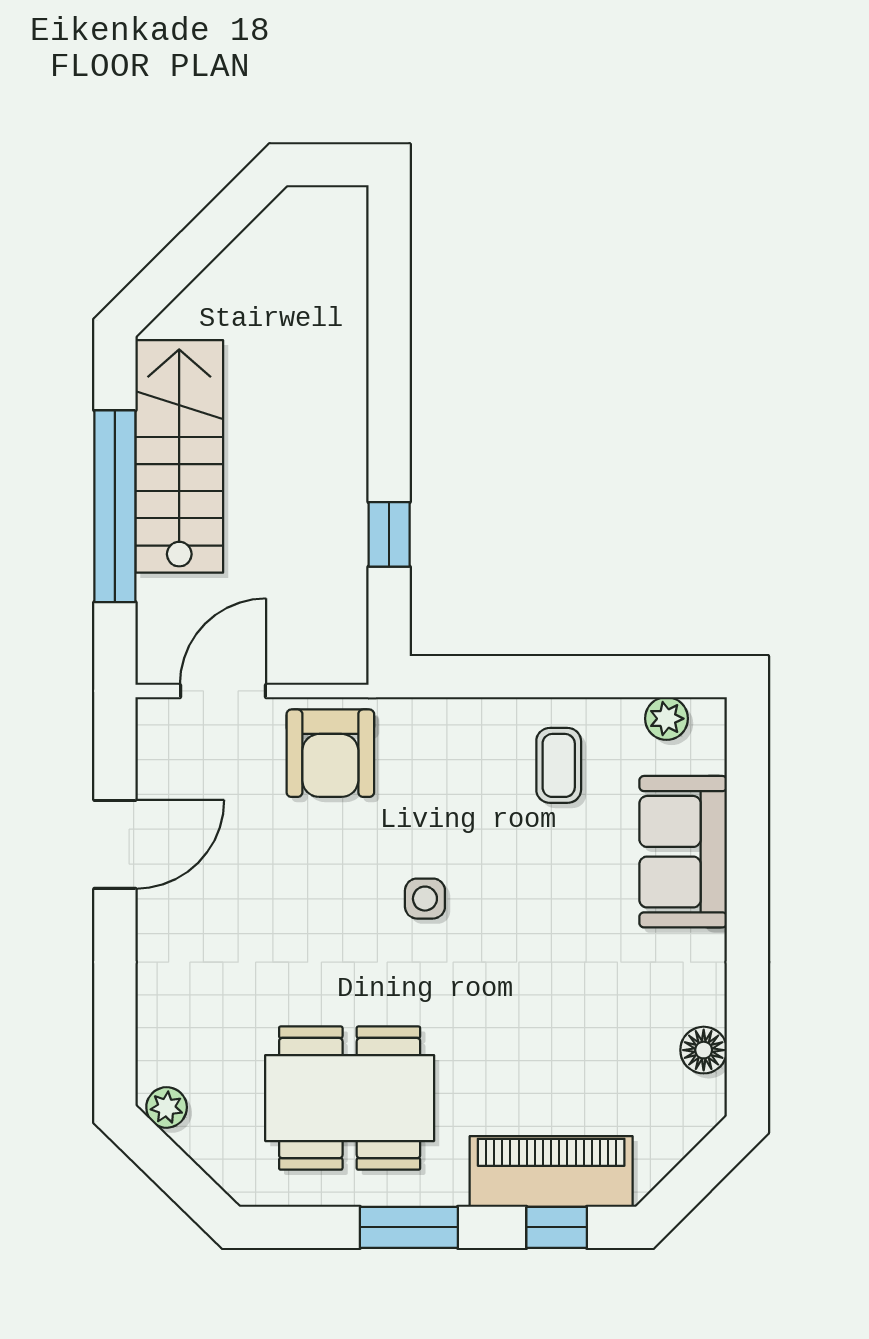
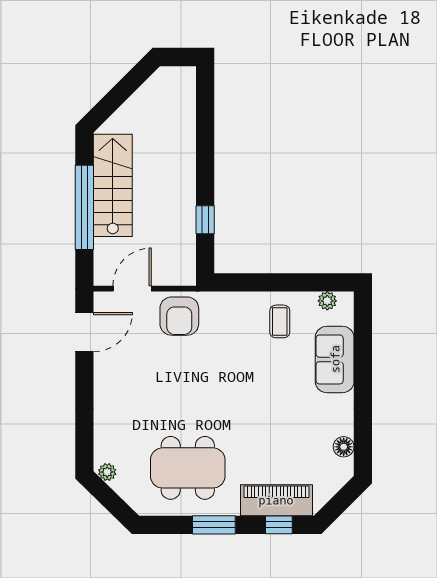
door: (115, 844) -> (84, 332), moved
side table: (425, 899) -> (221, 380), removed

